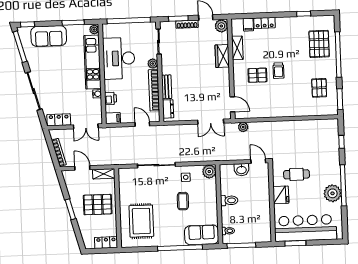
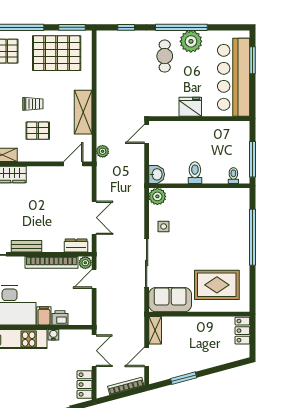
plant: (153, 64) -> (85, 263), moved
pallet: (257, 75) -> (38, 131), turned 90
bench: (167, 87) -> (27, 246), moved
pallet: (319, 88) -> (57, 53), width x2.05, depth x2.00
shelving: (273, 111) -> (83, 112), added
filing cabinet: (113, 118) -> (44, 316), moved
double door: (211, 122) -> (94, 218), moved
washbasin: (241, 170) -> (157, 174), moved
cafe table: (297, 174) -> (165, 56), moved
coffee table: (183, 201) -> (193, 231), removed
pallet: (98, 205) -> (194, 339), removed
window: (70, 209) -> (184, 378), moved
sofa: (202, 235) -> (170, 300), moved, turned 90
window: (295, 243) -> (252, 60), moved

